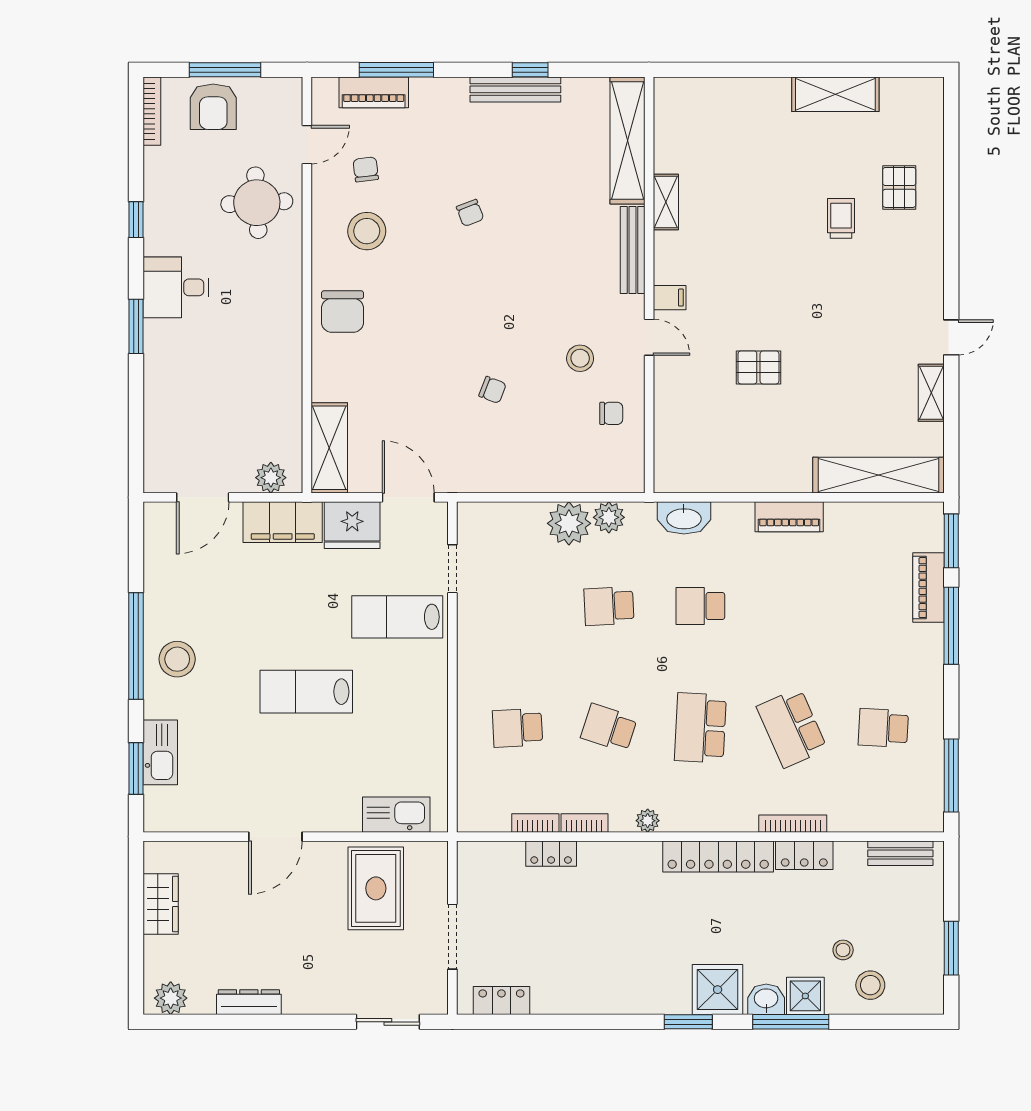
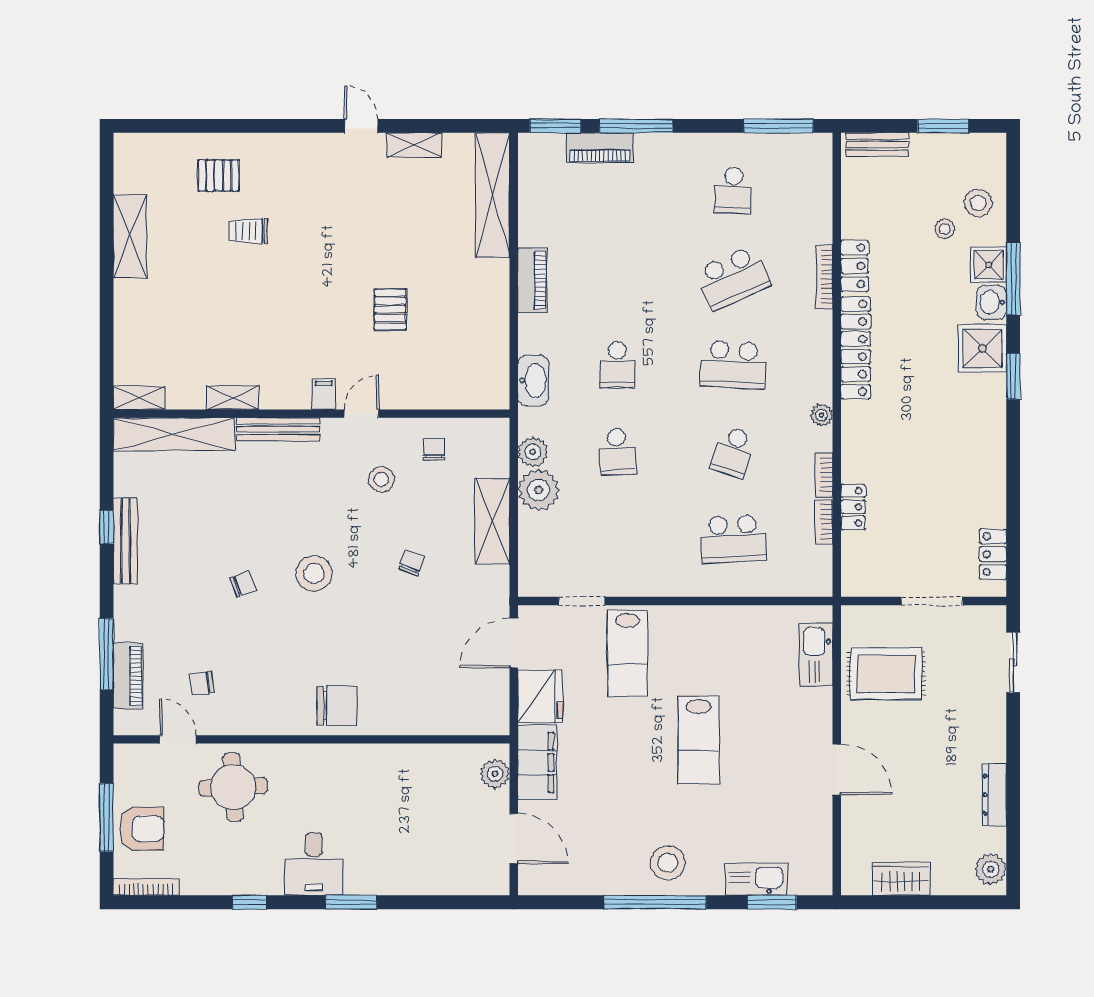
shelving: (666, 104) -> (139, 398), added
stool: (367, 231) -> (314, 573), moved
shelving: (329, 448) -> (492, 521), moved, turned 90
school desk: (517, 728) -> (733, 539), width x1.85
bench: (900, 853) -> (877, 145), moved, turned 90

